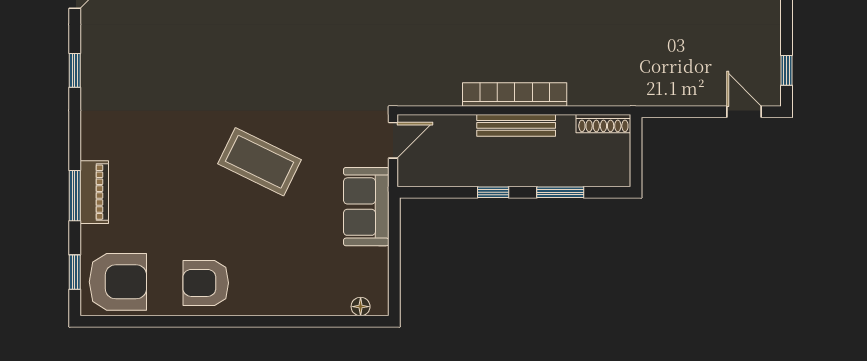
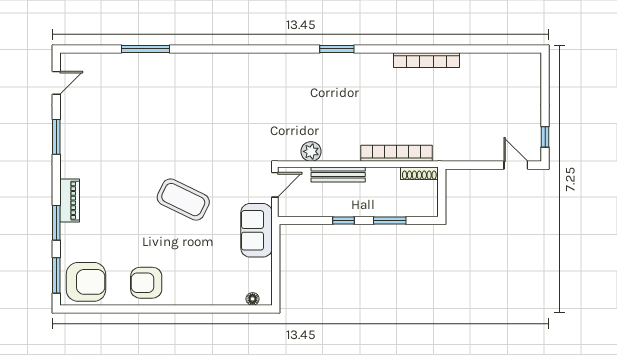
window: (75, 70) -> (56, 137), width x1.50
plant: (446, 92) -> (311, 151), added
bookcase: (515, 95) -> (397, 153), moved
bench: (516, 125) -> (338, 175), moved
piano: (94, 192) -> (70, 201), moved
window: (75, 272) -> (56, 275), width x1.50

